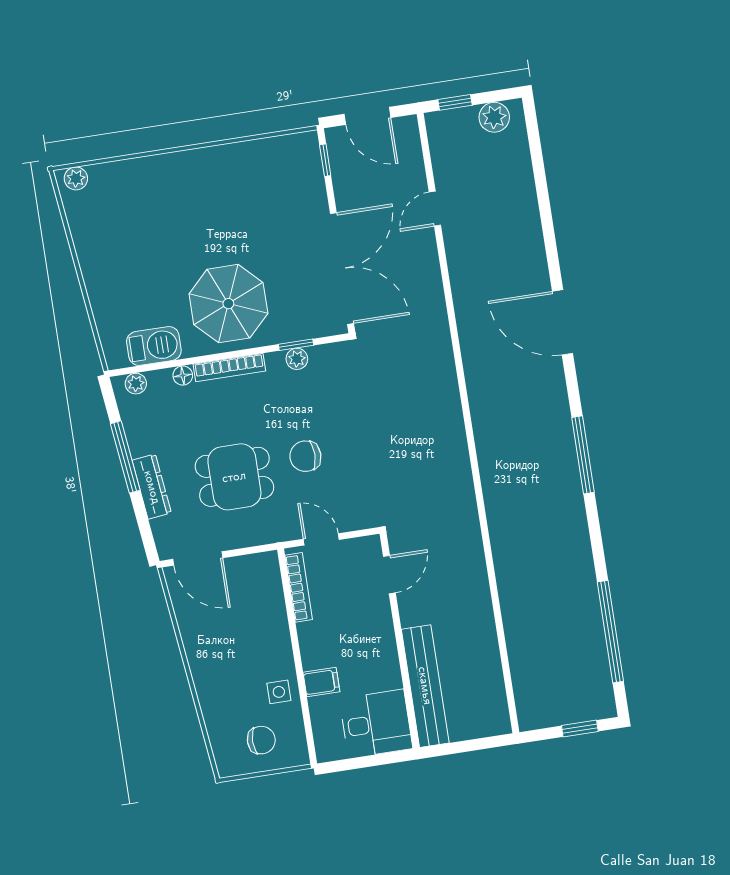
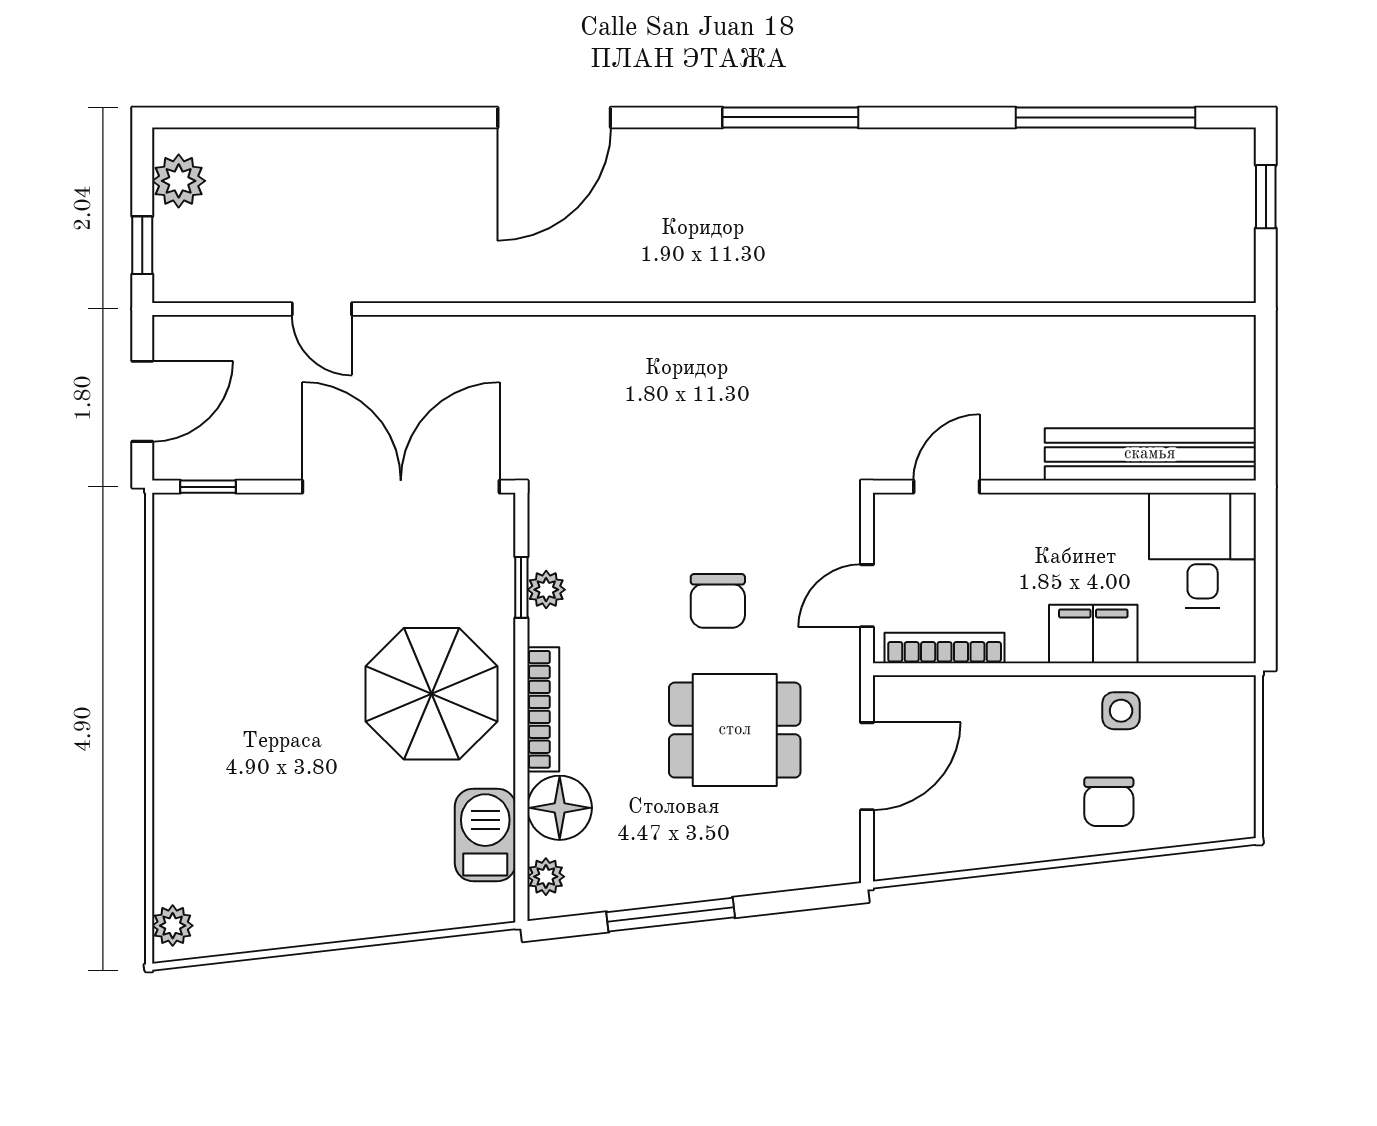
floor lamp: (183, 376) -> (560, 808), width x1.89, depth x1.89
dining table: (234, 477) -> (735, 730), turned 90
dresser: (152, 487) -> (729, 877), removed
door: (198, 559) -> (867, 766), moved
door: (389, 575) -> (947, 487), hinge flipped
filing cabinet: (321, 682) -> (1093, 634), width x2.00
chair: (261, 740) -> (1109, 802), moved, turned 180

